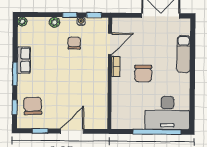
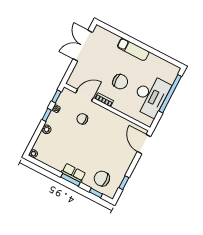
chair: (74, 43) -> (82, 119), moved
door: (110, 44) -> (84, 95), hinge flipped
exam couch: (184, 54) -> (133, 49), moved
row of seats: (24, 60) -> (74, 173), moved
desk: (167, 113) -> (151, 96), moved
door: (72, 131) -> (144, 144), moved

